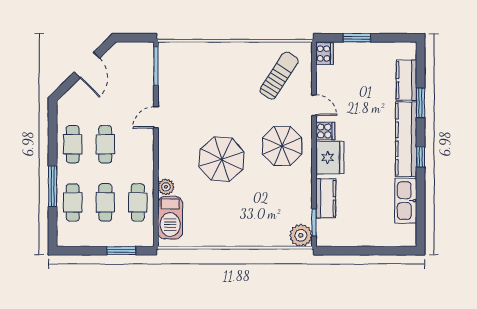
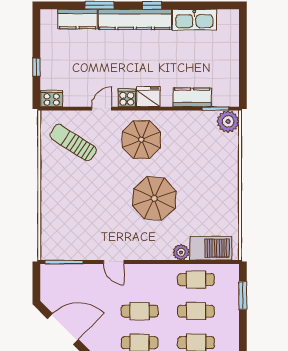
window: (357, 38) -> (36, 67), width x0.67
door: (87, 65) -> (63, 329), width x1.36
fridge: (330, 157) -> (148, 97), width x0.73, depth x0.75

